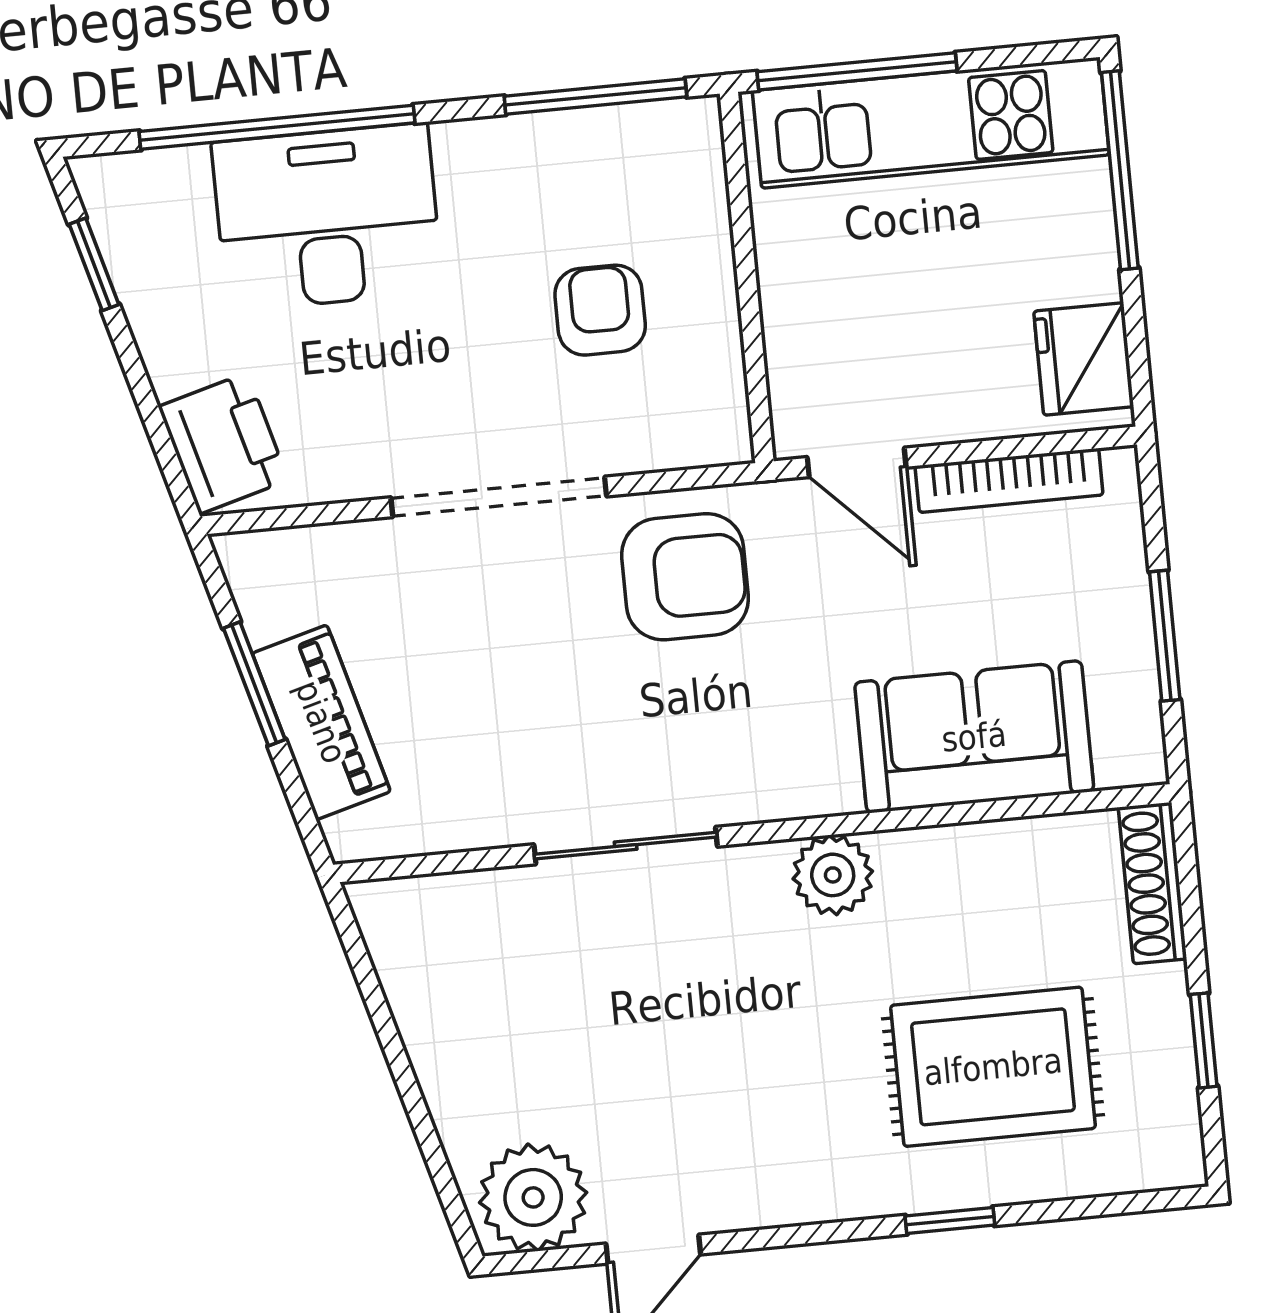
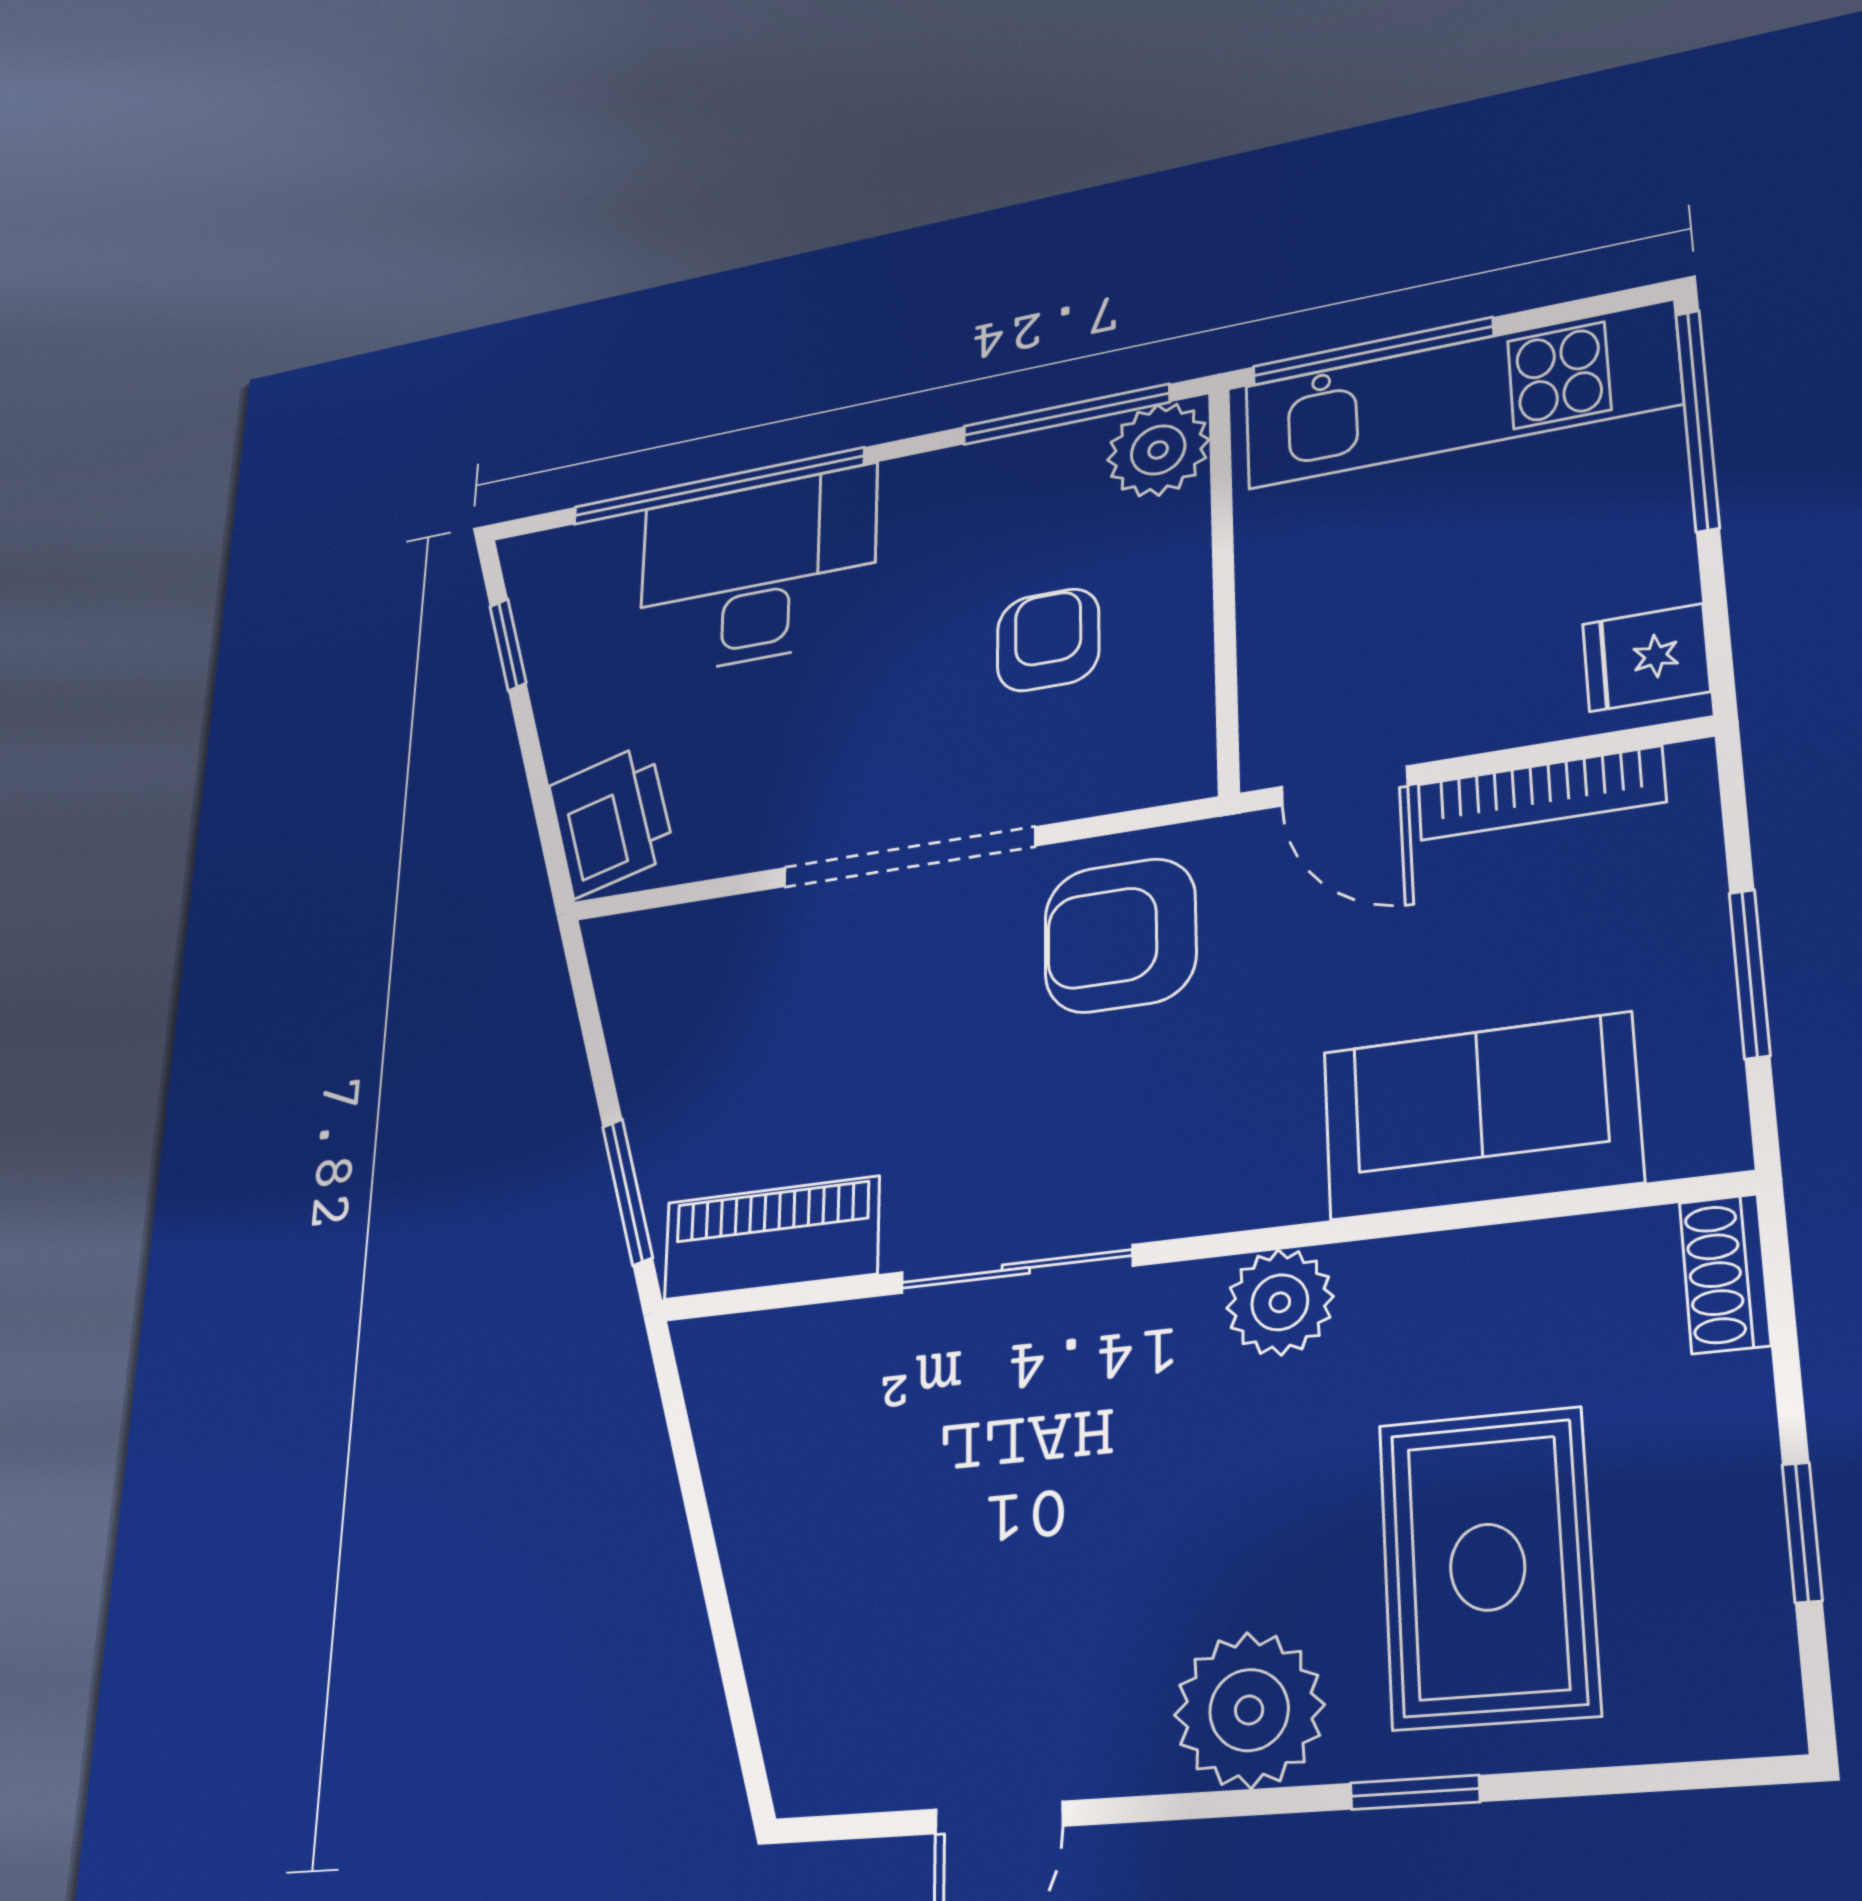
plant: (680, 142) -> (1158, 450), added
fridge: (1084, 359) -> (1646, 658), width x0.72
armchair: (685, 577) -> (1120, 935), turned 180
window: (254, 684) -> (627, 1192), moved
piano: (321, 722) -> (771, 1238), moved, turned -75
shoe rack: (1153, 883) -> (1725, 1274), width x0.70
rug: (993, 1067) -> (1488, 1567), turned 90
plant: (533, 1197) -> (1249, 1710), moved

